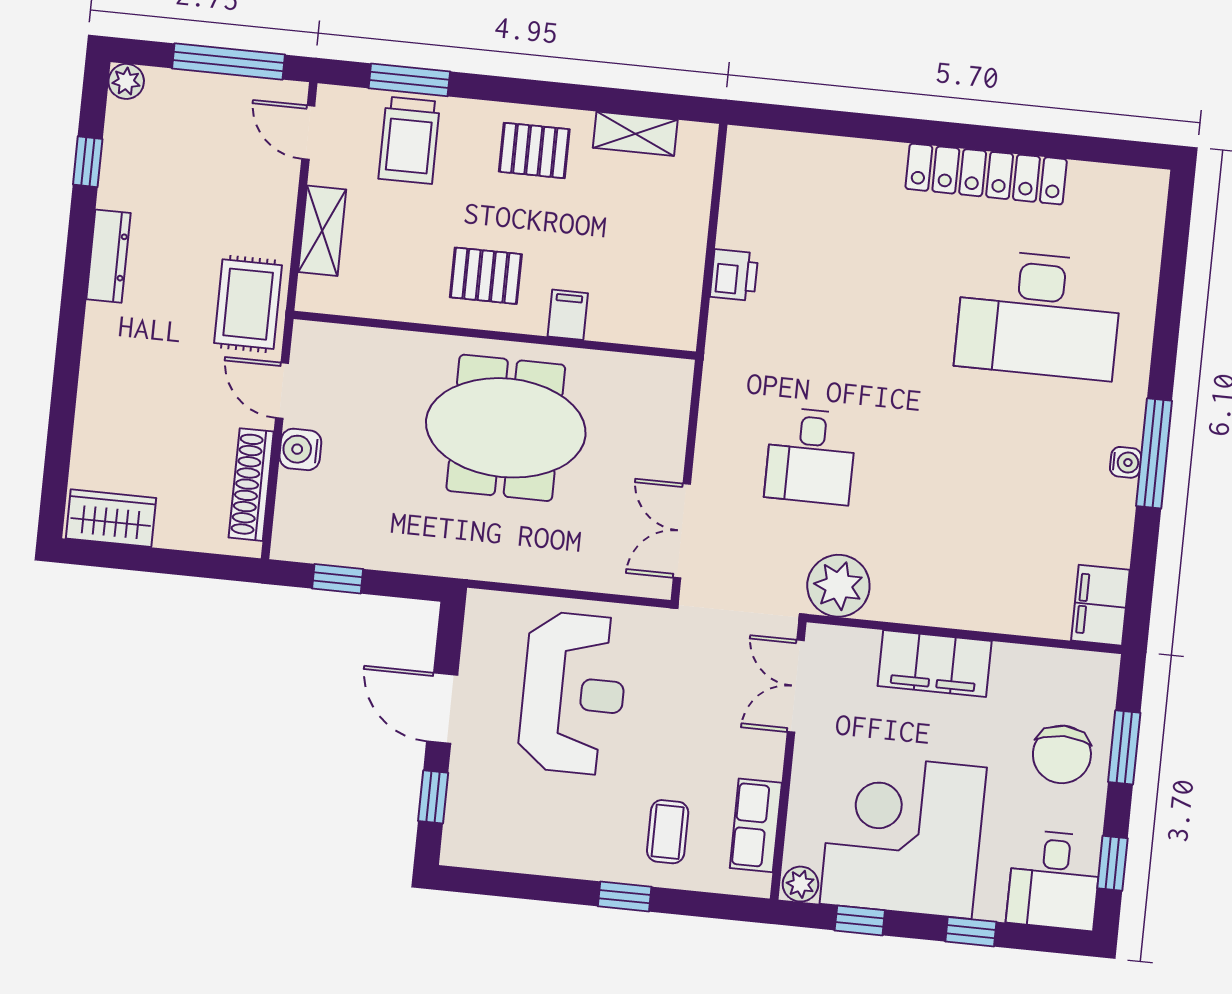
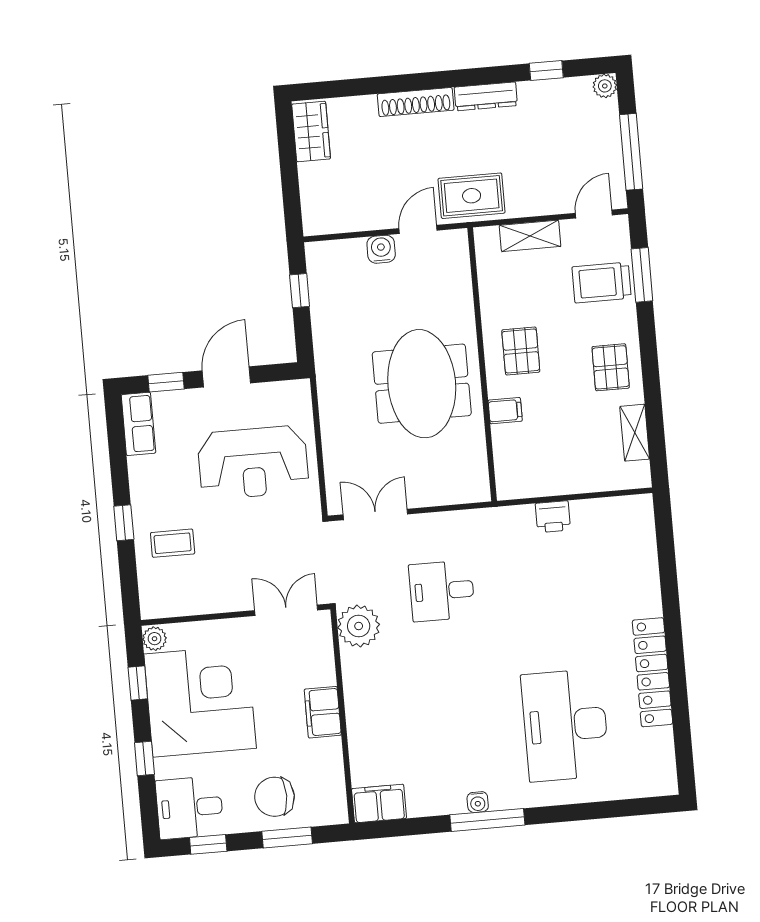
shoe rack: (251, 485) -> (416, 102), moved, turned 180
filing cabinet: (935, 664) -> (323, 712), width x0.67, depth x0.86
row of seats: (756, 825) -> (138, 424), moved, turned 90

